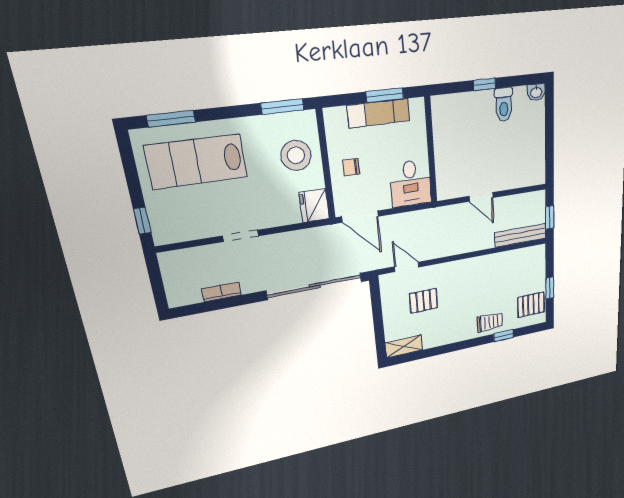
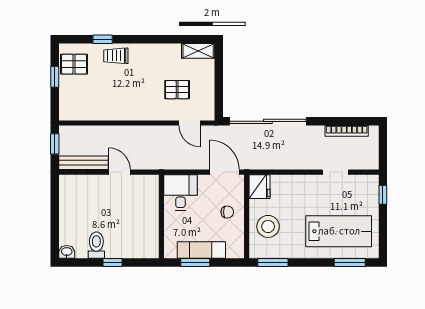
bench: (520, 235) -> (83, 163), moved
doorway: (241, 236) -> (335, 172), moved
bookcase: (222, 292) -> (347, 131), width x1.56

